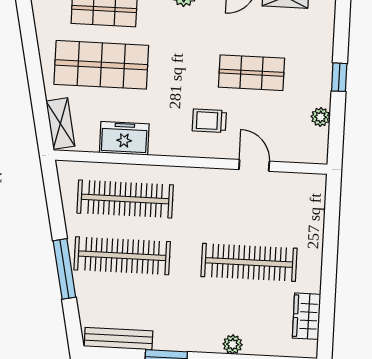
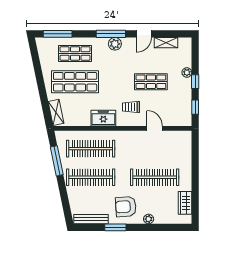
plant: (321, 117) -> (187, 72), moved
window: (337, 128) -> (195, 107), added
freezer: (124, 138) -> (103, 118), moved
window: (64, 269) -> (57, 161), moved
armchair: (189, 317) -> (126, 207), added

